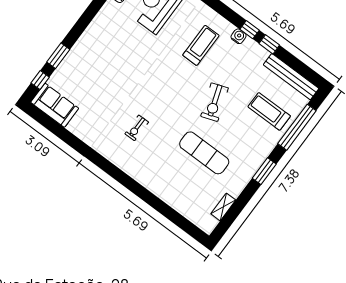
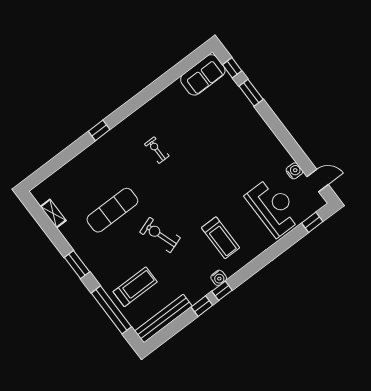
window: (134, 186) -> (99, 130), added

